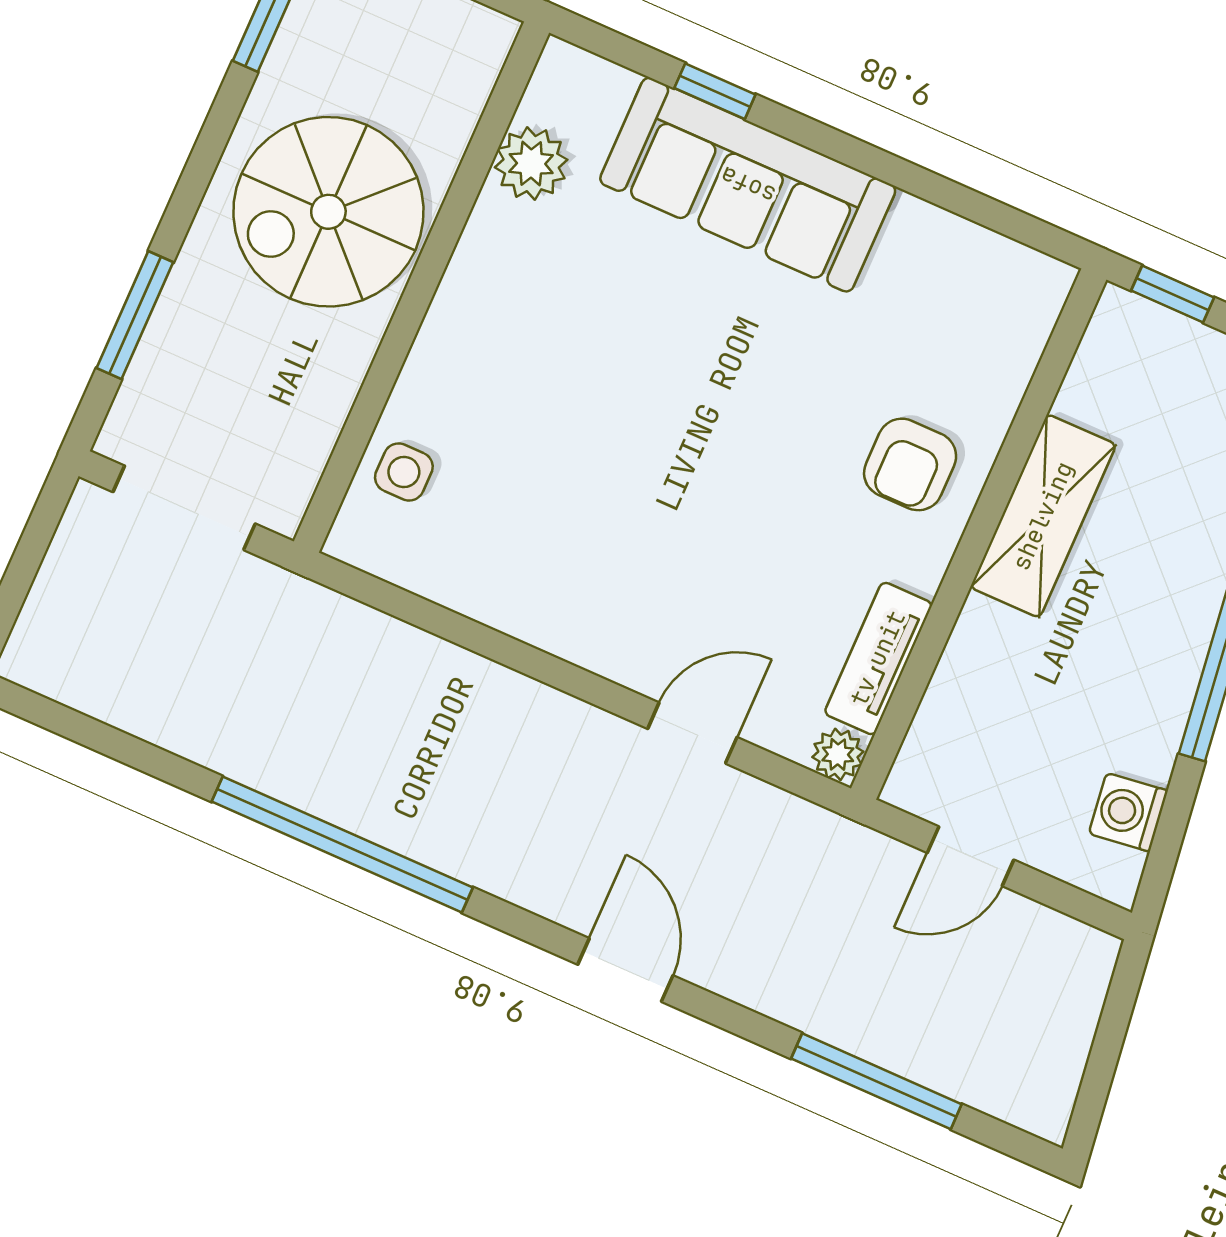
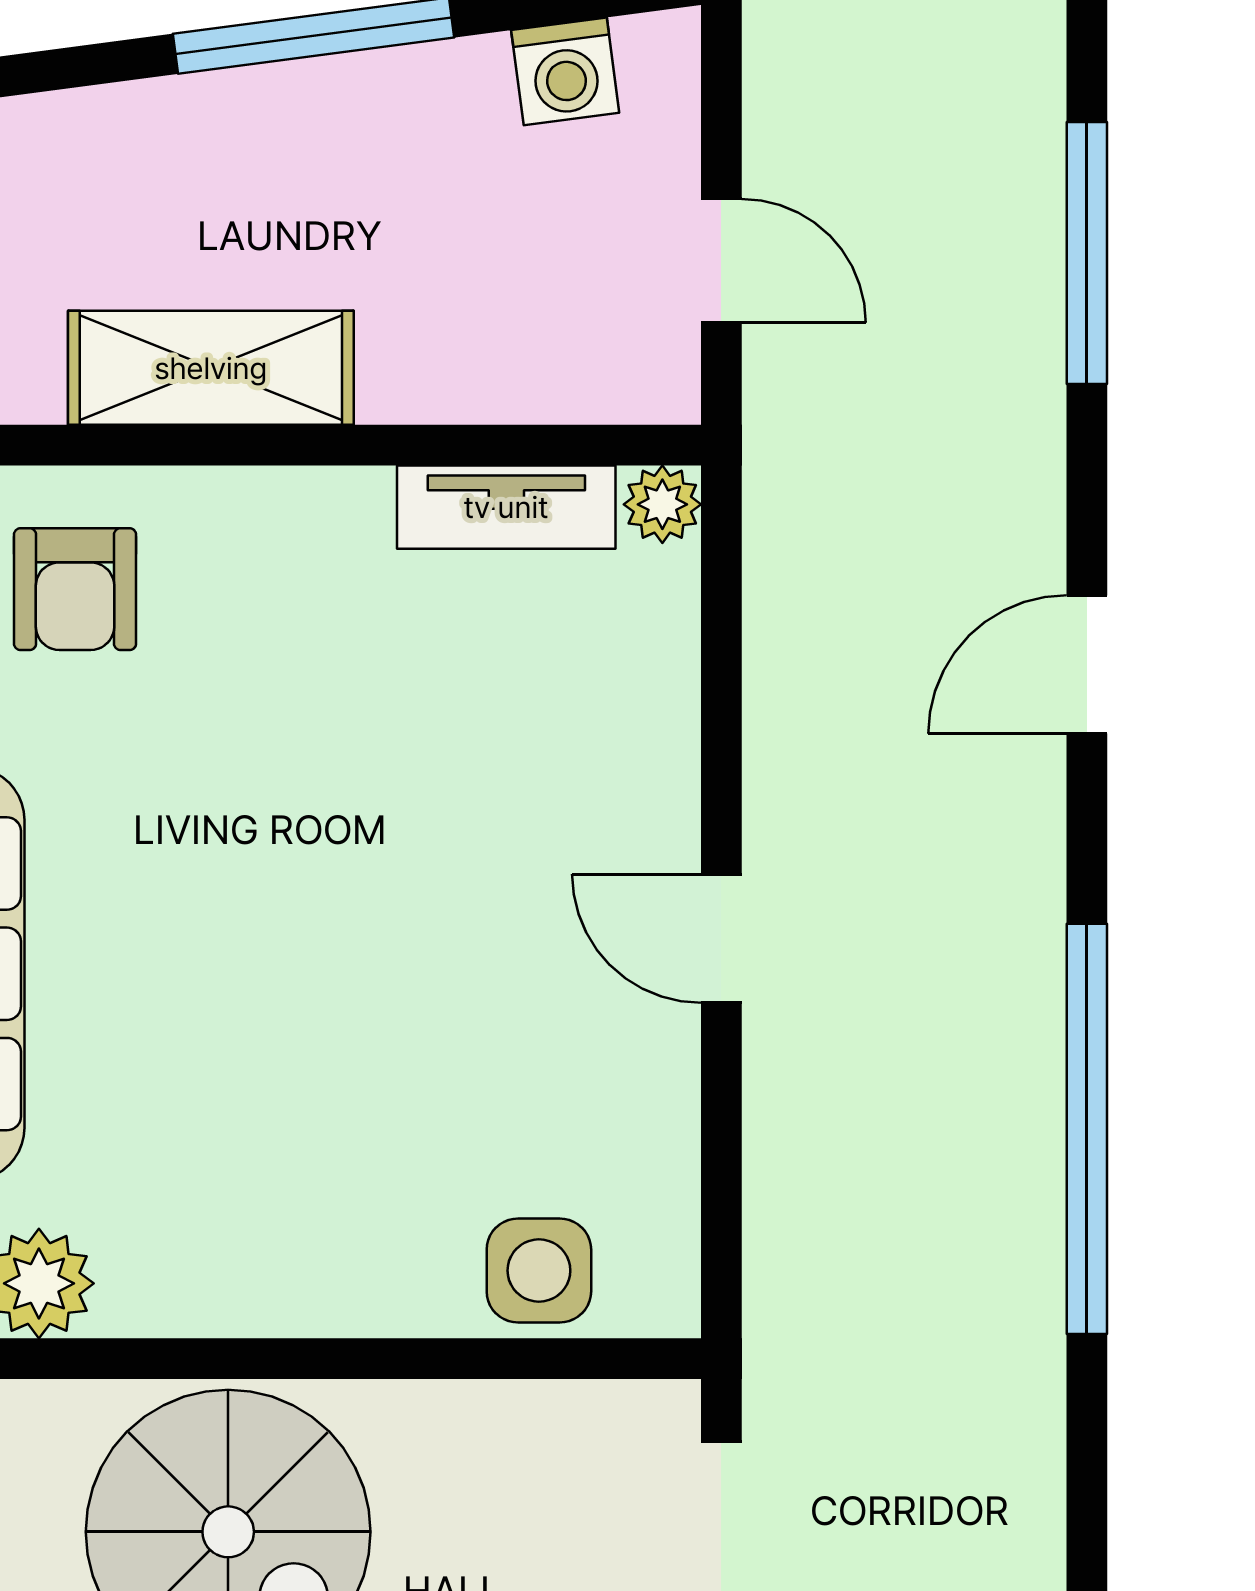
armchair: (910, 464) -> (75, 589), moved, turned 90
side table: (404, 472) -> (539, 1271), width x1.37, depth x1.37
door: (692, 733) -> (721, 938), moved

